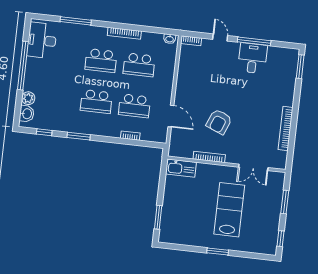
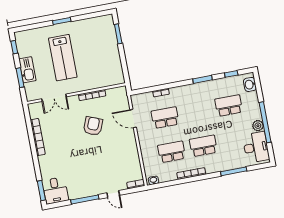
desk: (253, 58) -> (55, 190), moved
plant: (28, 98) -> (258, 126), moved
school desk: (96, 101) -> (229, 106), moved
double door: (253, 167) -> (54, 98), swing flipped
kitchen sink: (181, 168) -> (27, 70), moved, turned 90

